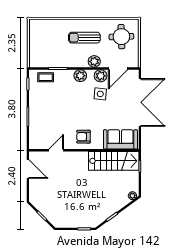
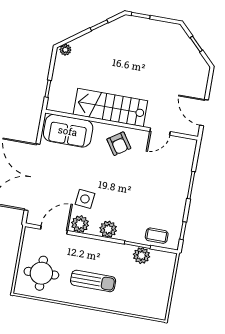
plant: (94, 61) -> (142, 256), moved
armchair: (83, 137) -> (119, 144), turned 56
stairs: (114, 161) -> (110, 108), moved

